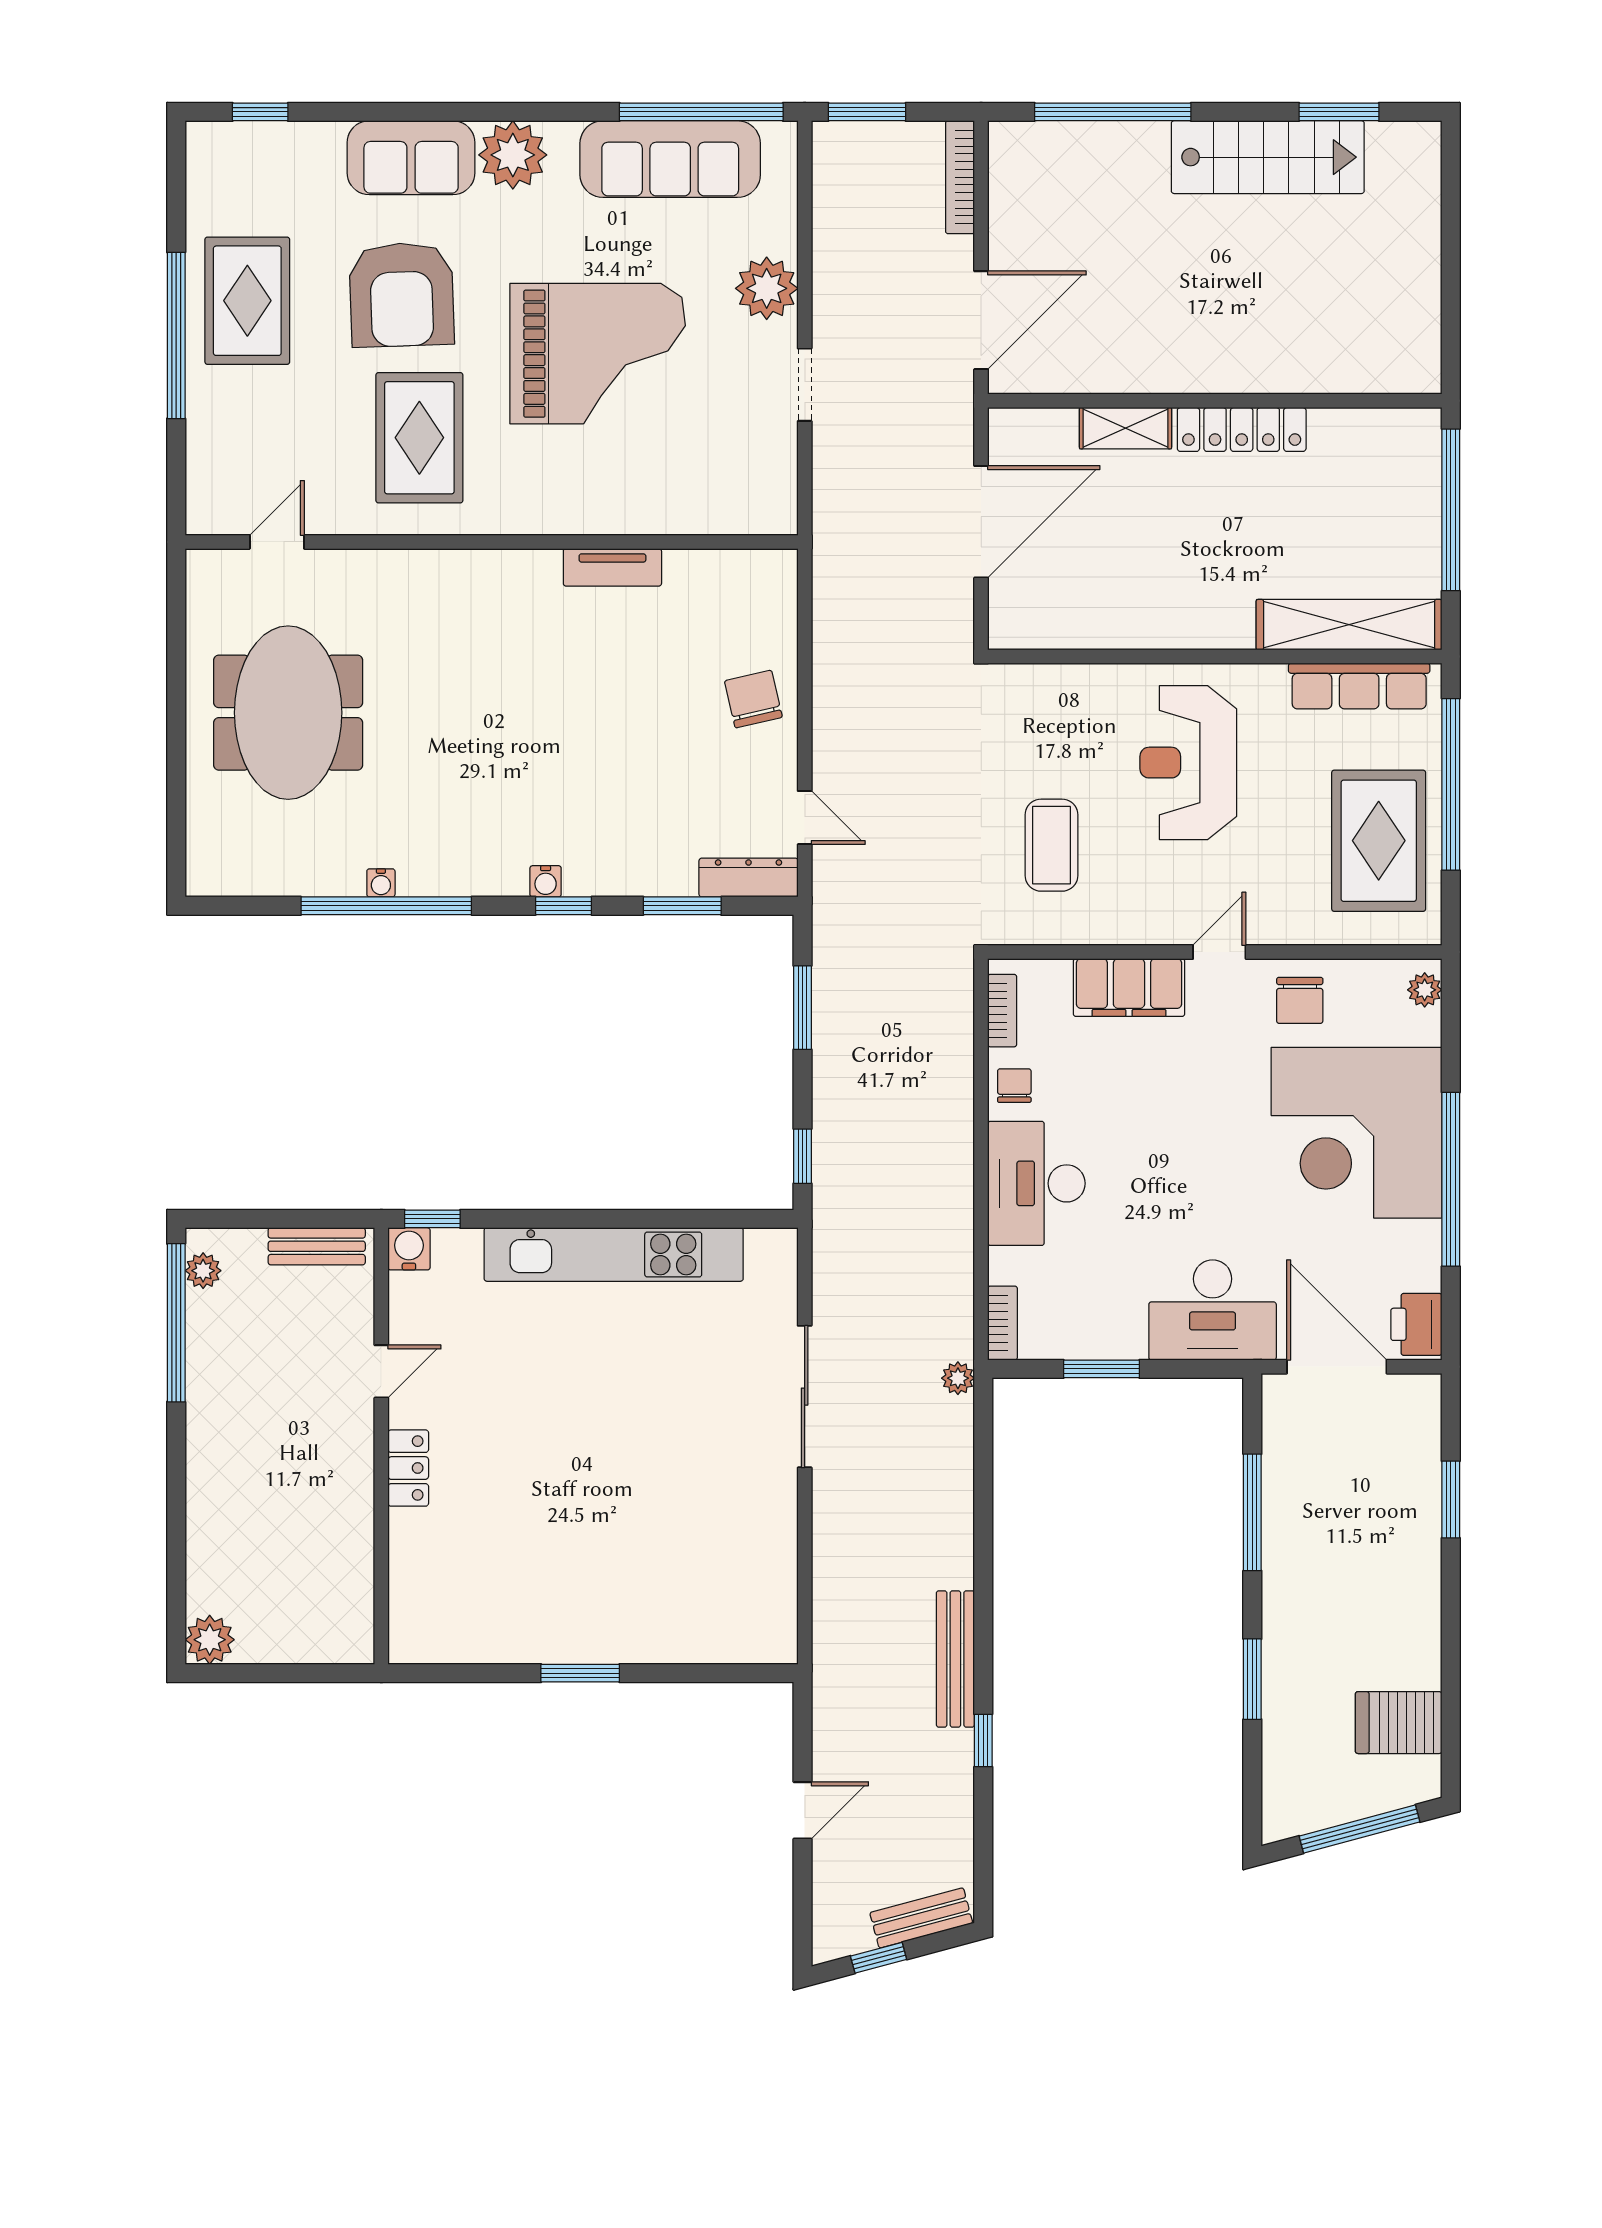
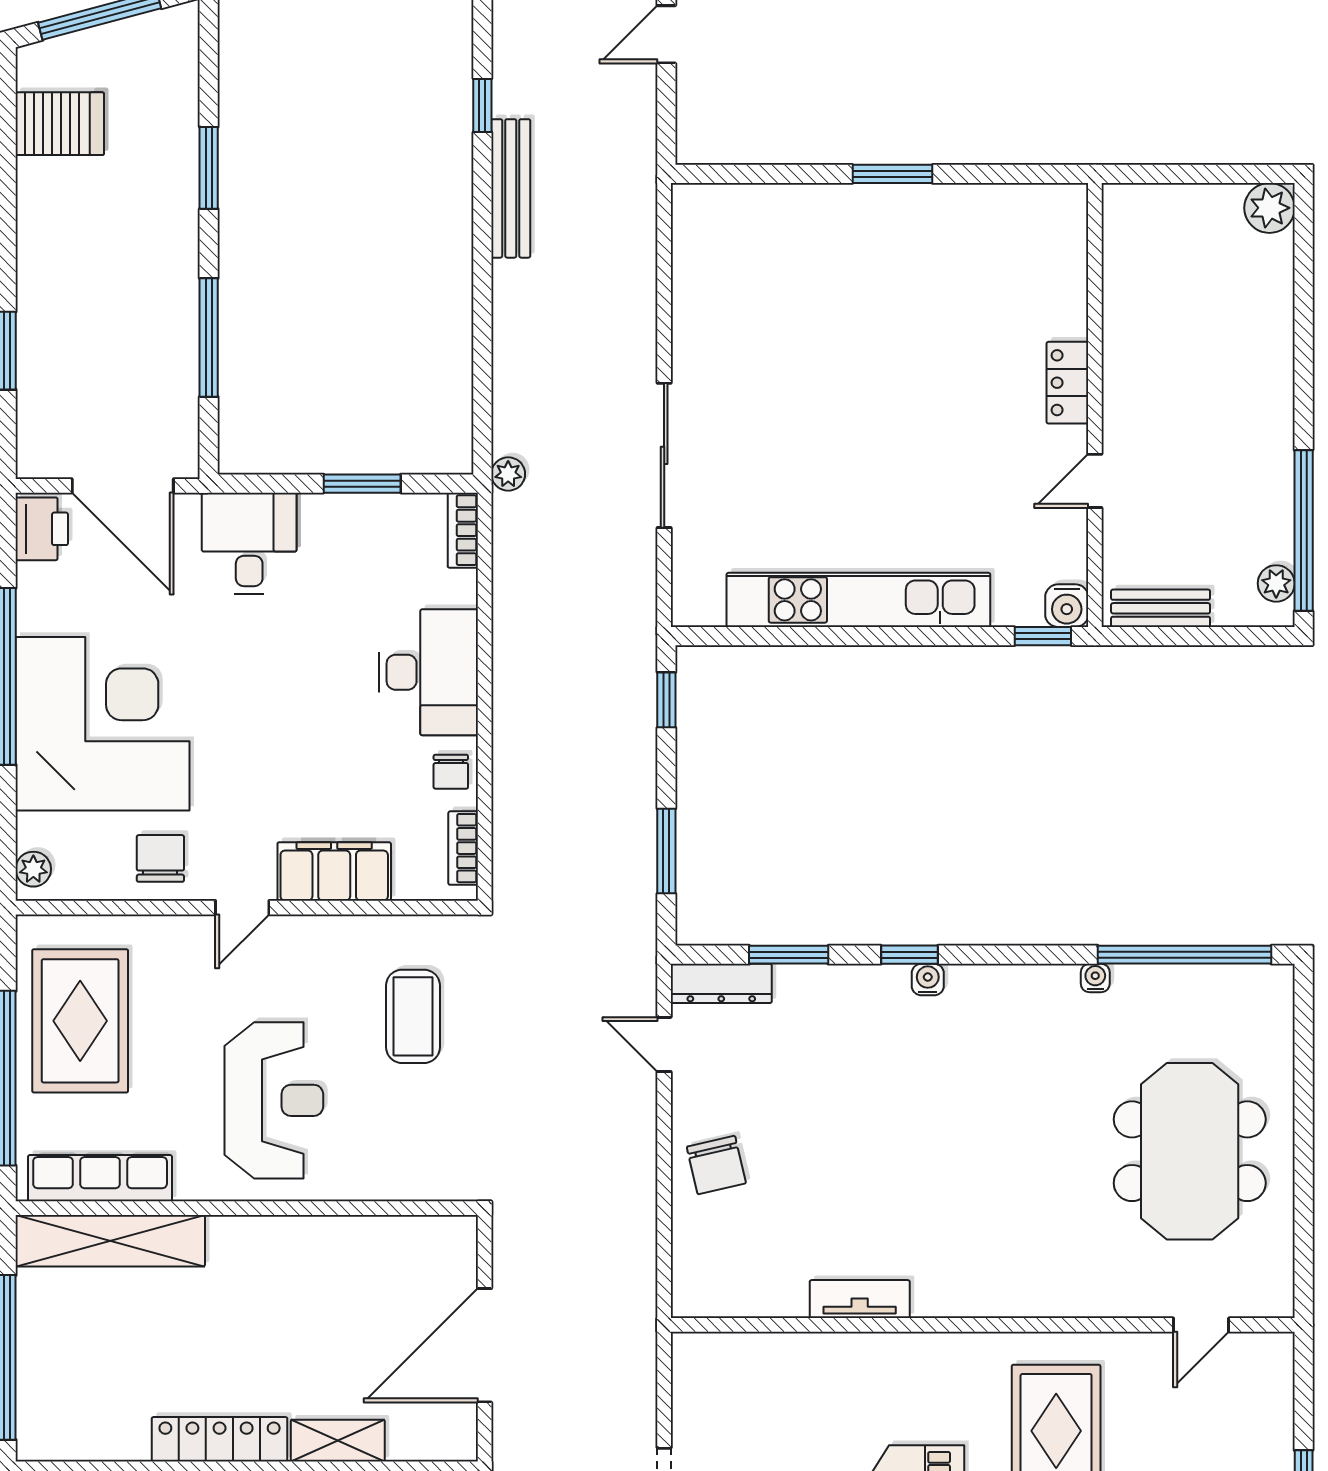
window: (386, 906) -> (1185, 955), moved
desk: (1213, 1310) -> (249, 543), width x0.73

